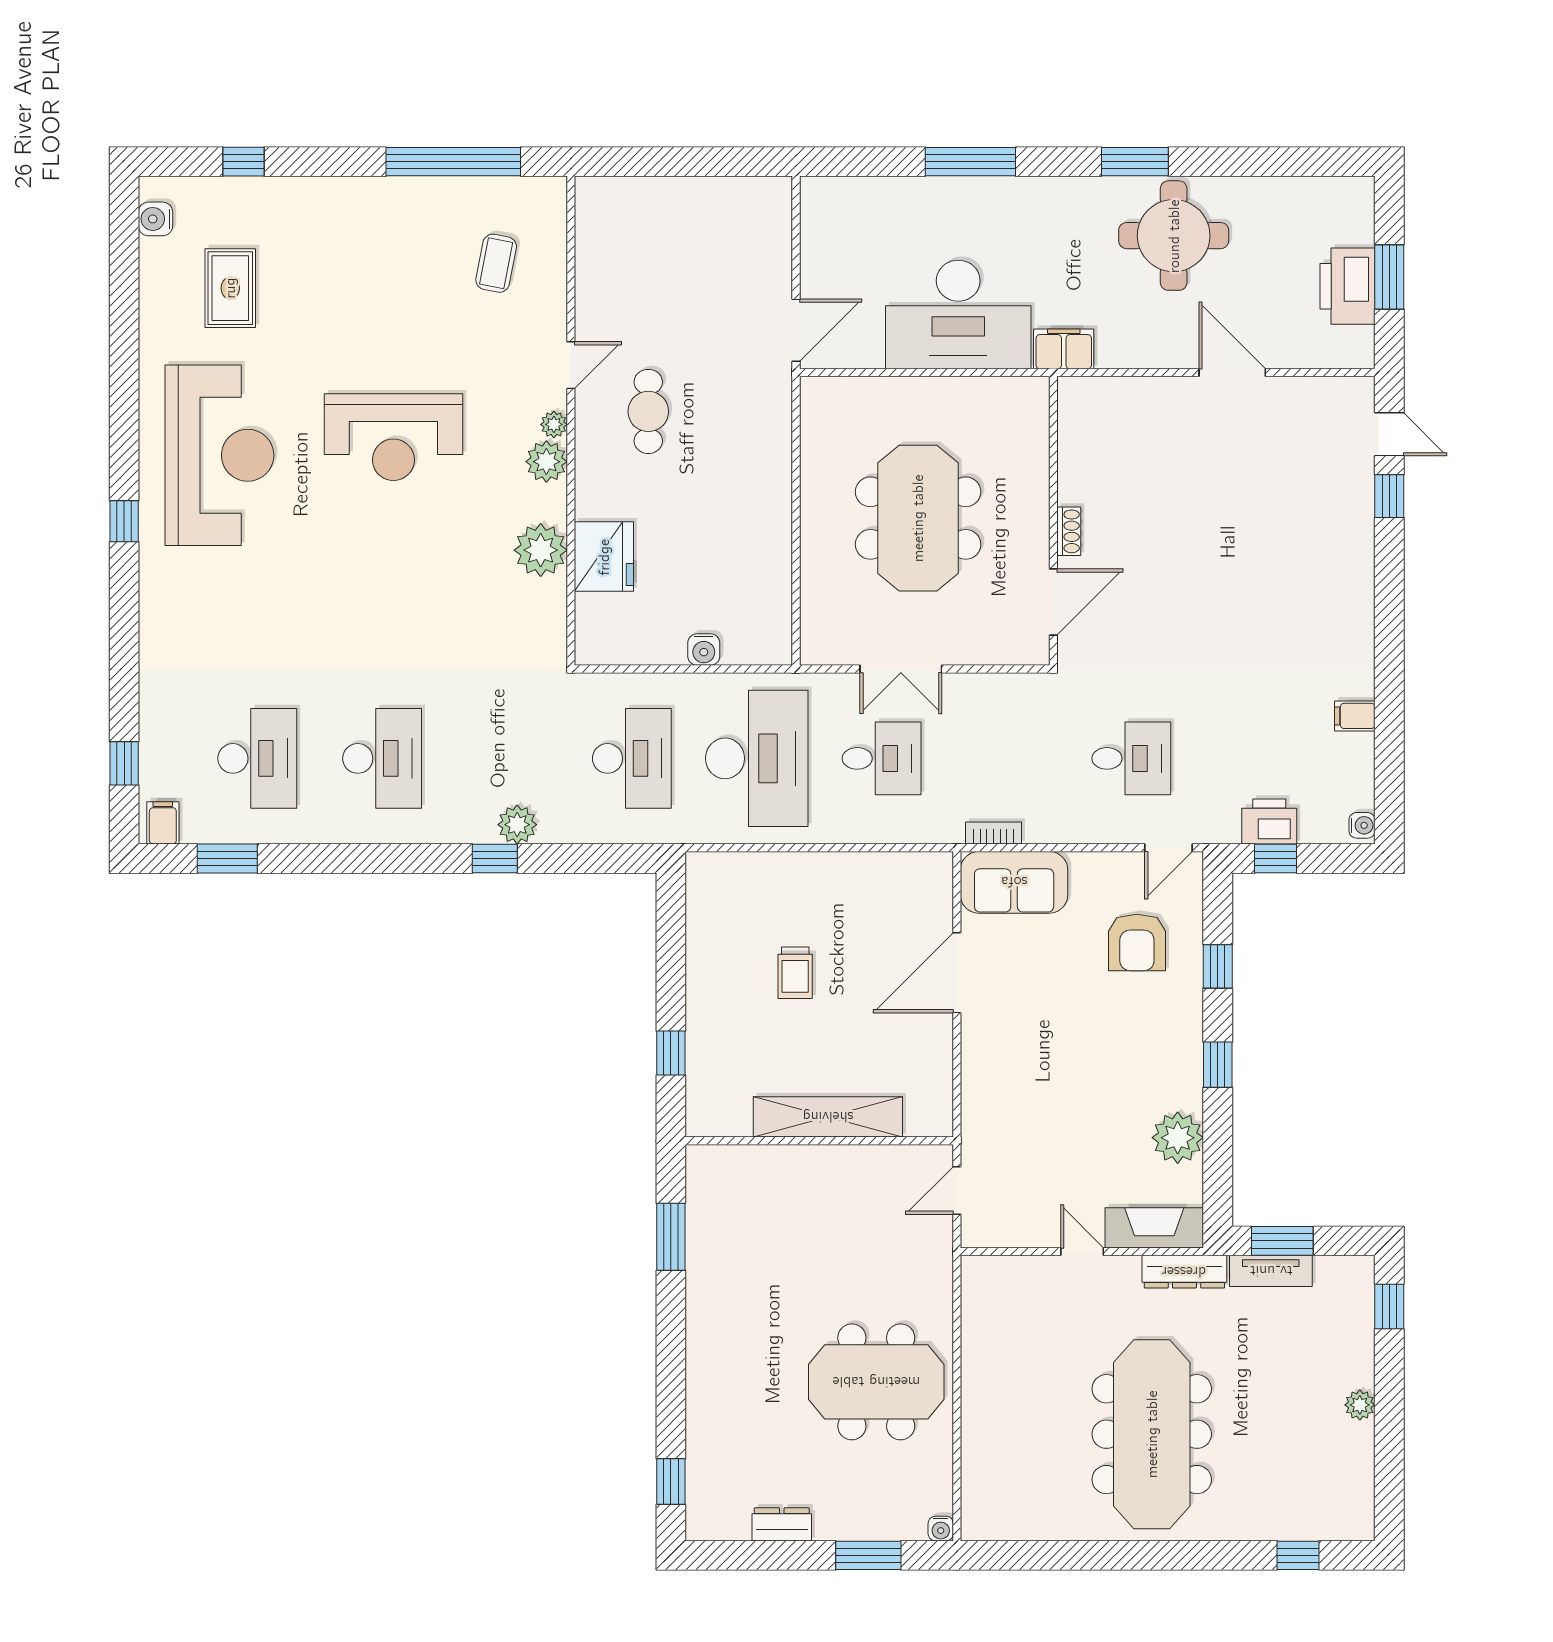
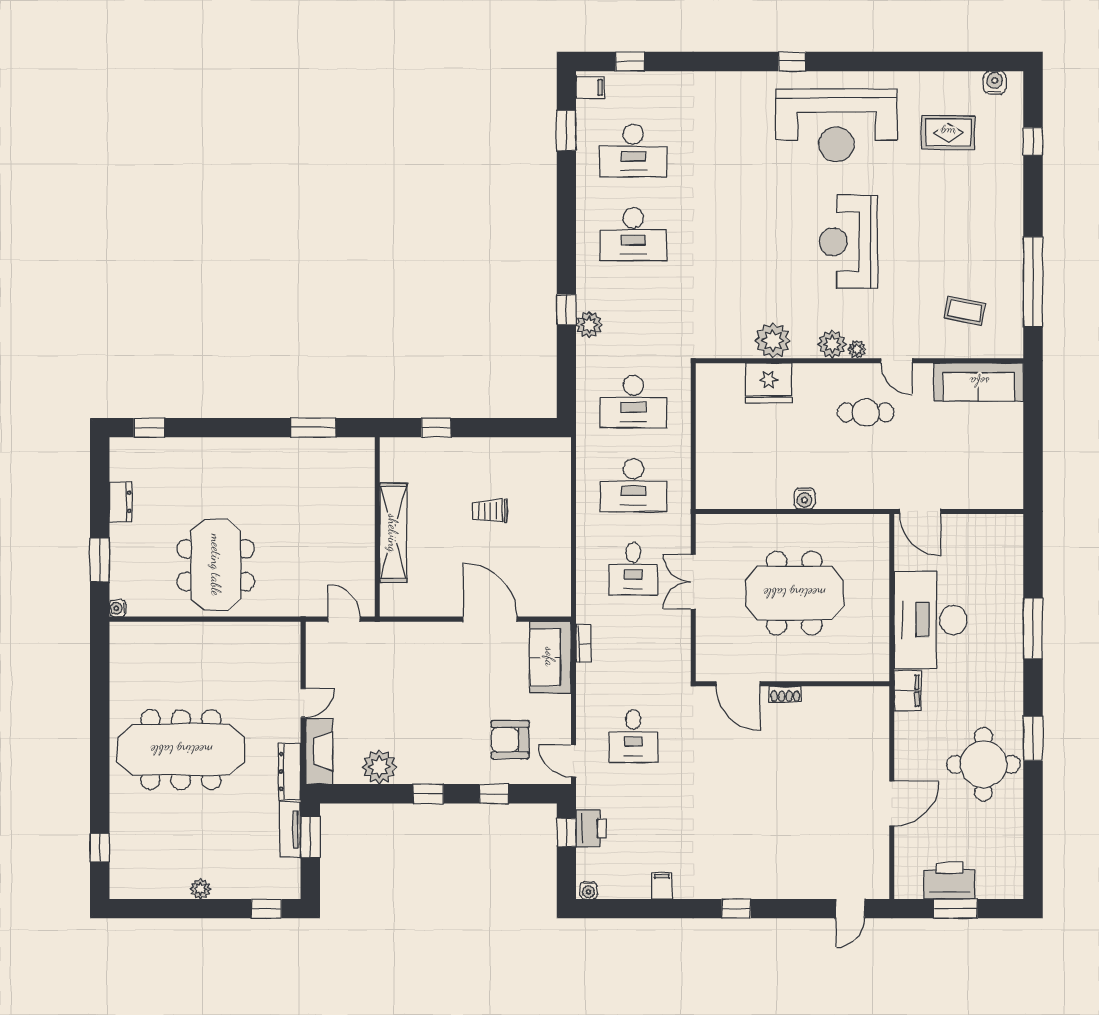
sofa: (603, 243) -> (979, 382), added
window: (1389, 496) -> (736, 909), moved
water cooler: (704, 650) -> (805, 498), moved, turned -90
desk: (757, 758) -> (633, 485), width x0.73, depth x0.77

